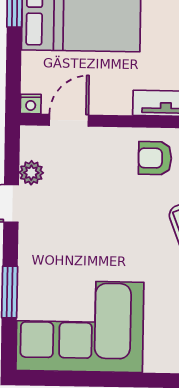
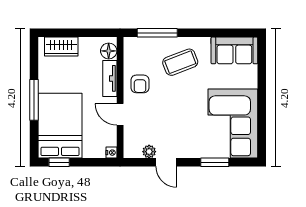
door: (69, 120) -> (120, 114), moved

